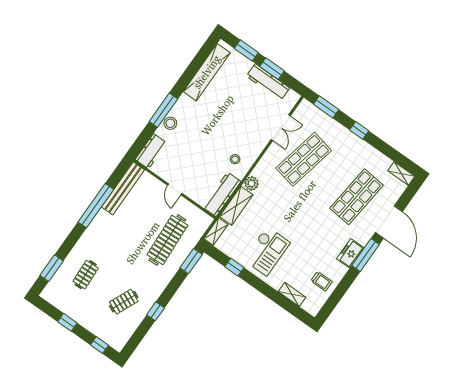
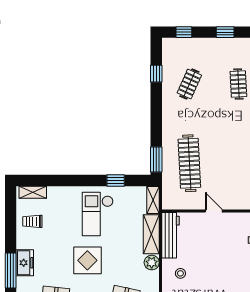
display table: (300, 221) -> (87, 260), added
shelving: (292, 294) -> (33, 192), moved
window: (156, 311) -> (156, 74), moved

